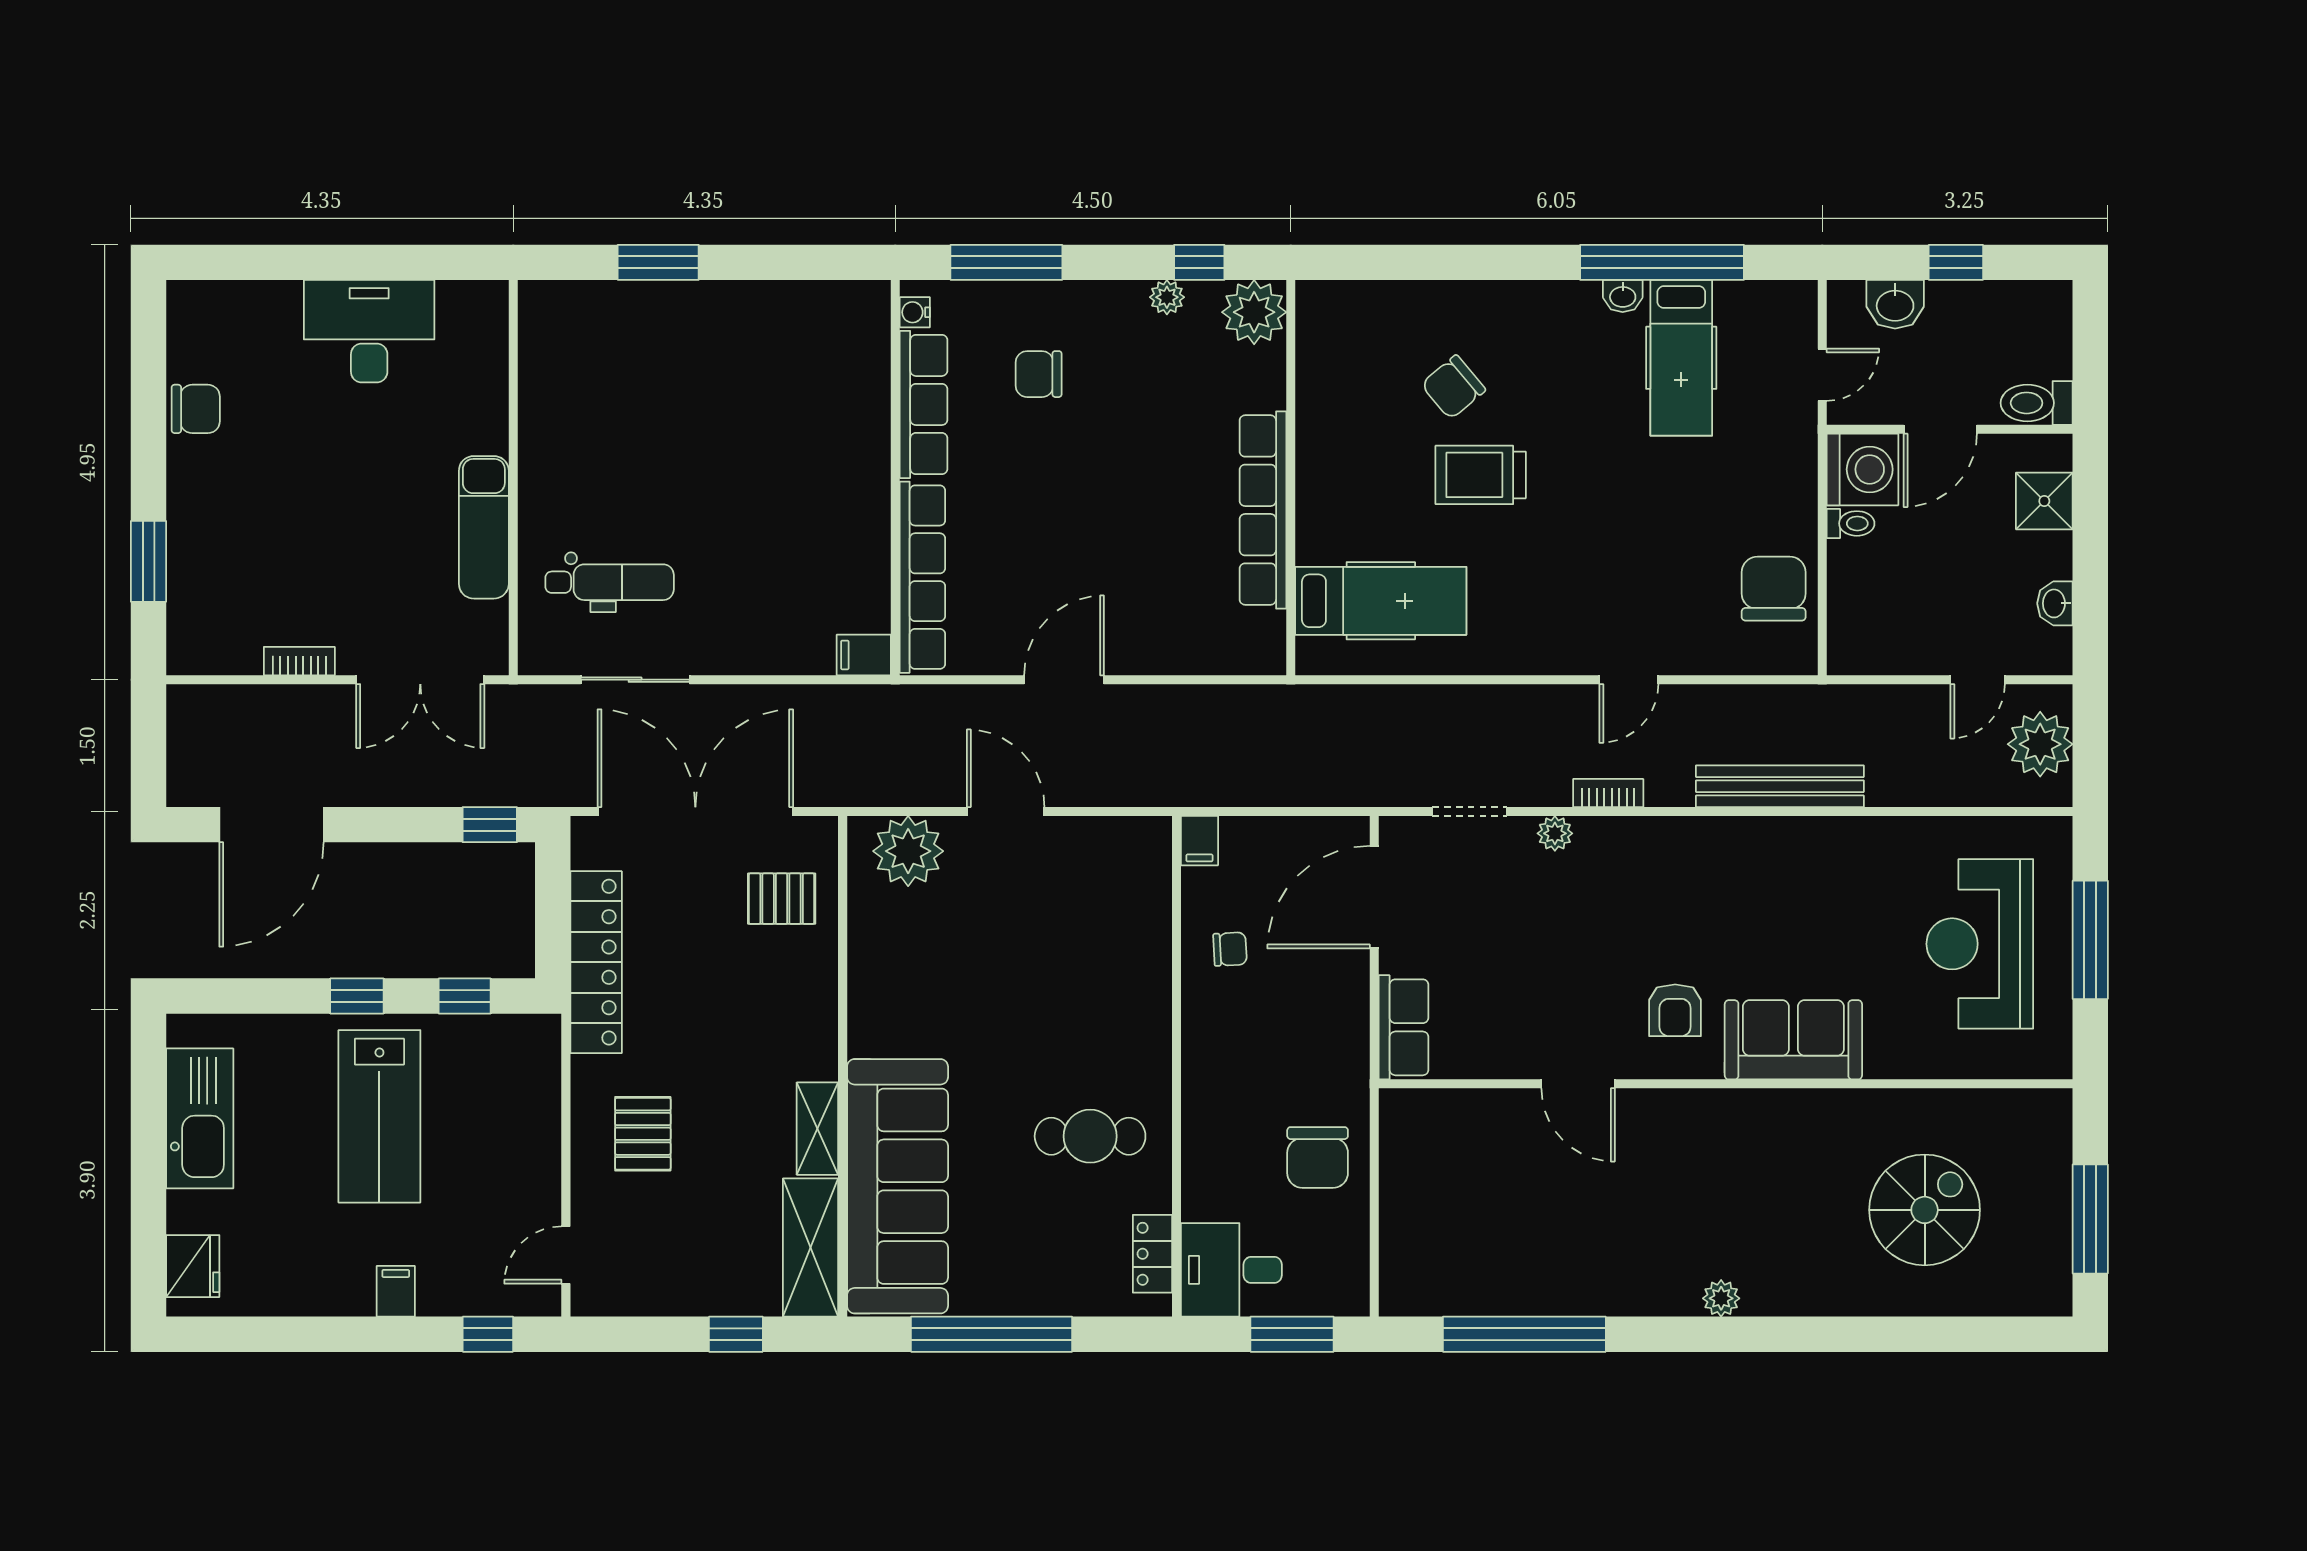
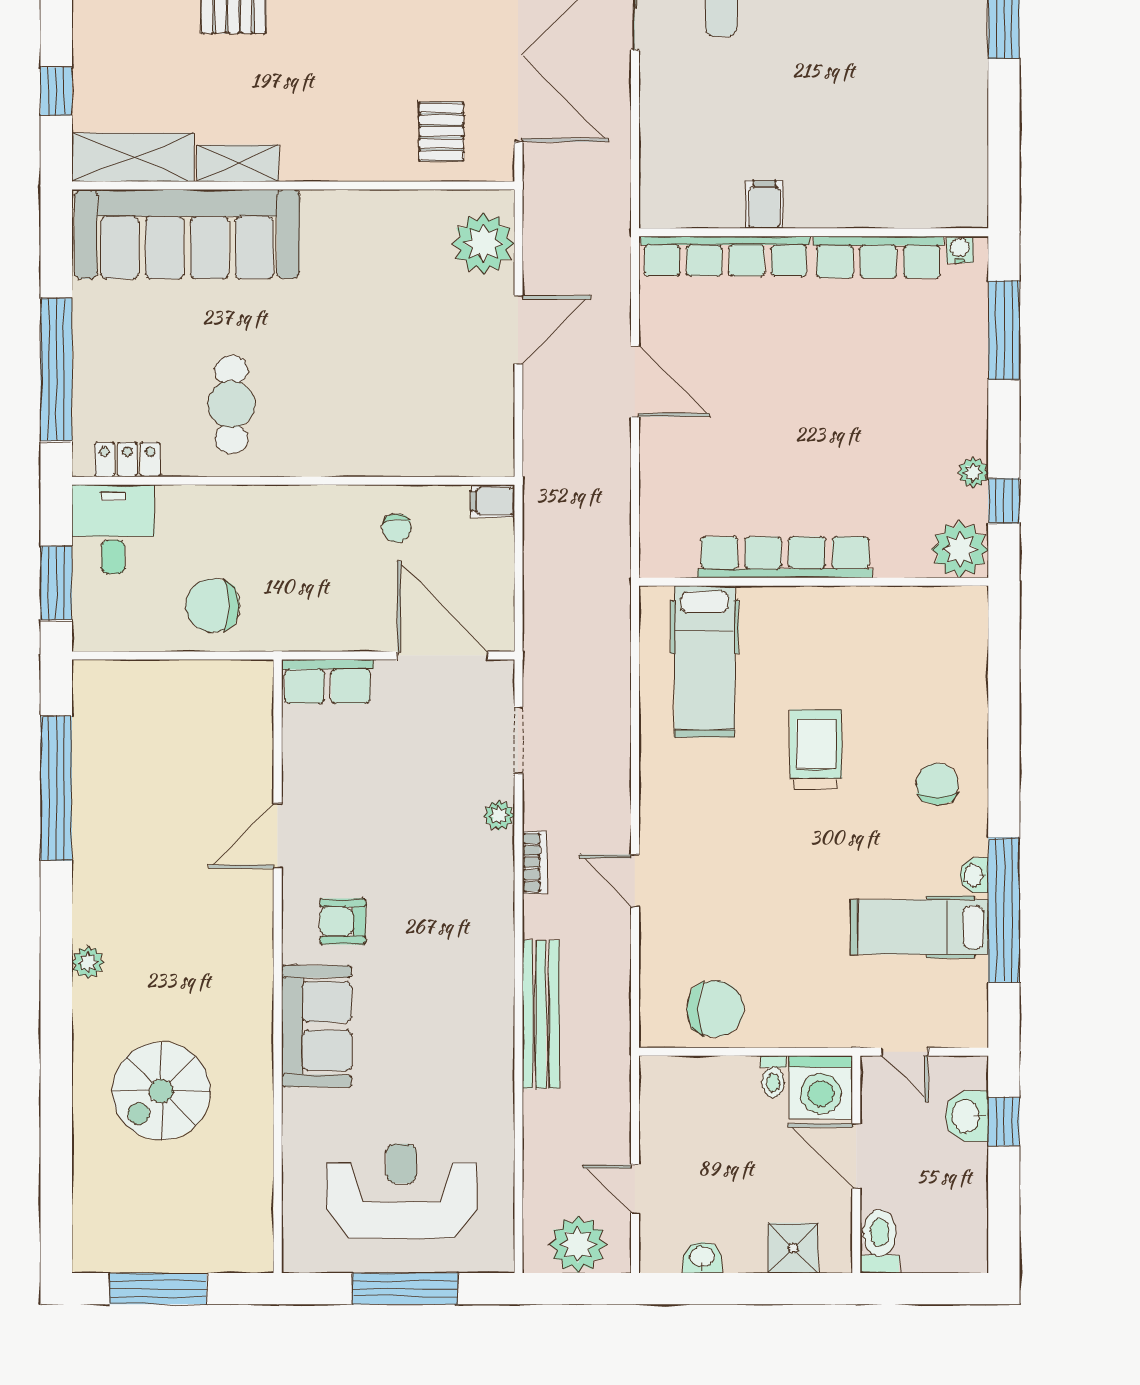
window: (1956, 262) -> (1004, 1122), moved
chair: (1039, 374) -> (905, 359), removed
chair: (1453, 387) -> (937, 784), moved, turned 40
filing cabinet: (864, 655) -> (765, 204), moved
spiral stairs: (1925, 1210) -> (161, 1091), moved, turned 90
window: (992, 1334) -> (56, 370), moved

